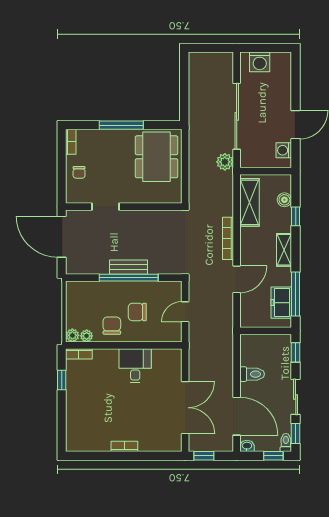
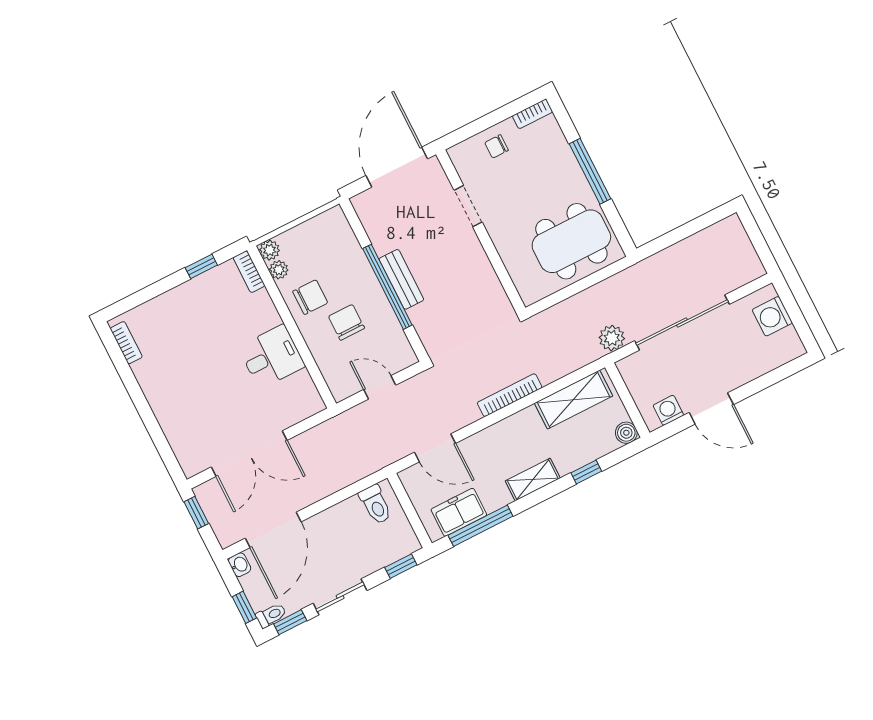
boiler: (284, 200) -> (626, 433), moved
door: (237, 279) -> (435, 448), moved
toilet: (252, 374) -> (376, 504), moved
bookcase: (124, 446) -> (126, 343), moved

